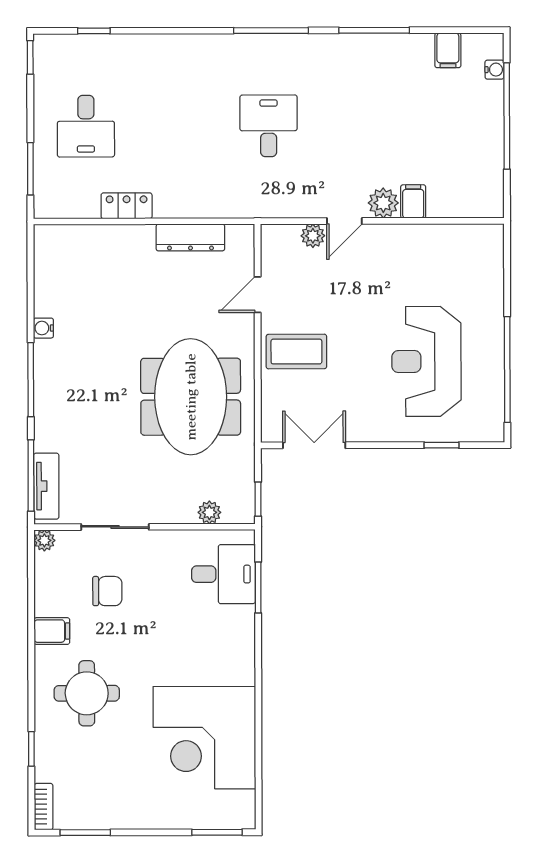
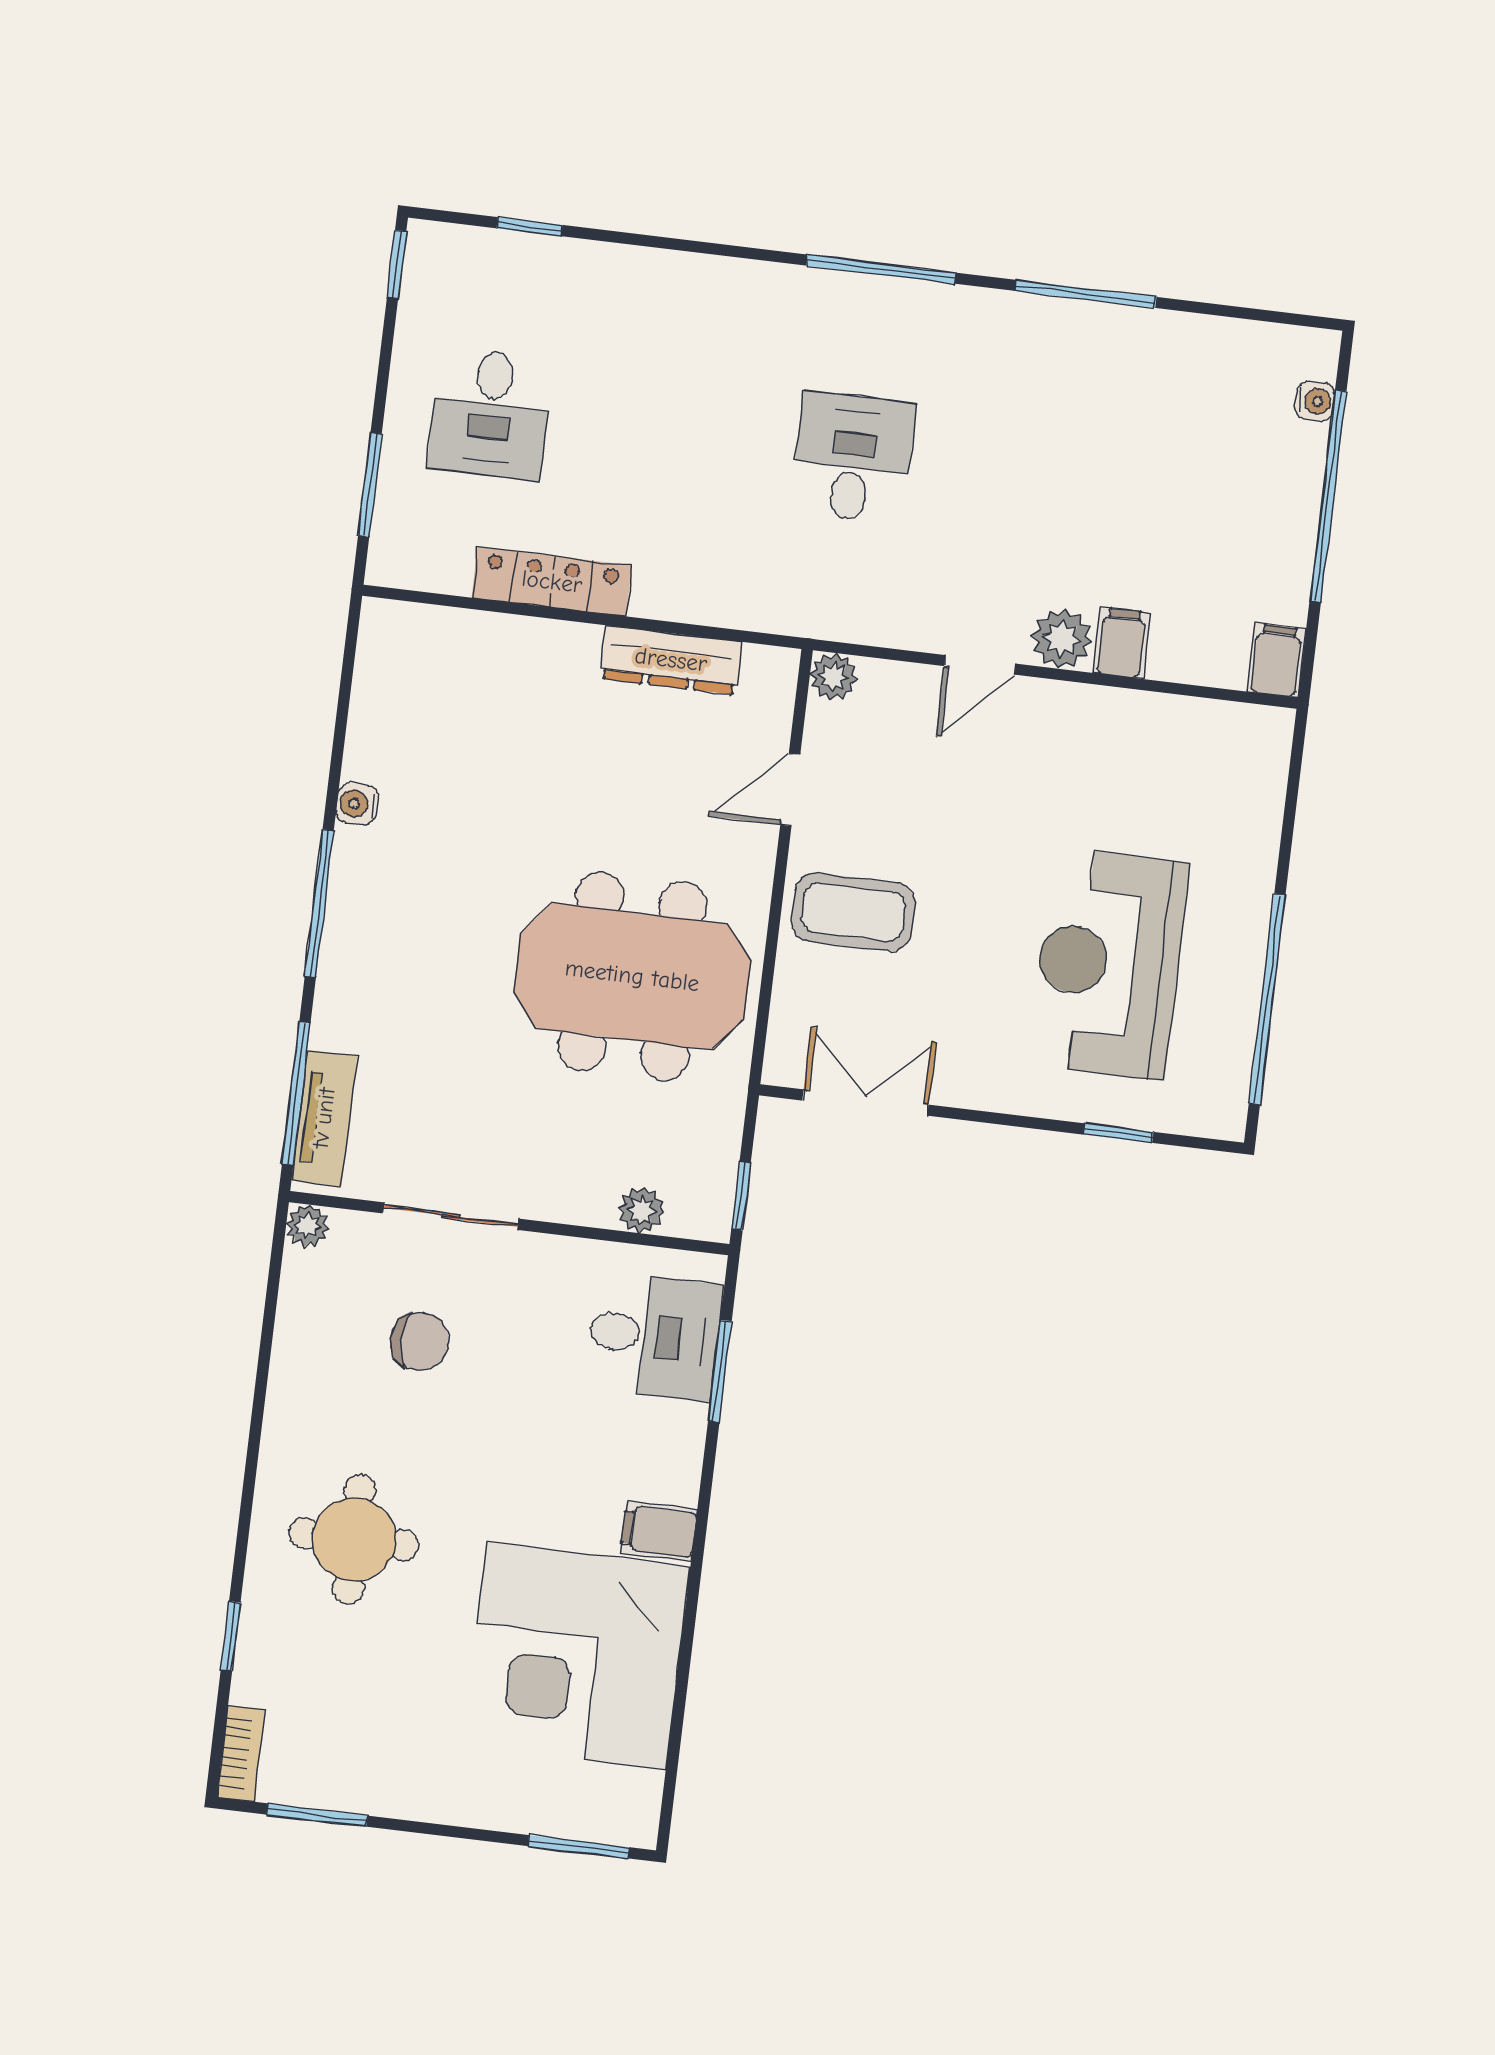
filing cabinet: (448, 50) -> (1276, 660), moved, turned 180
locker: (127, 206) -> (552, 582), width x1.53
plant: (313, 236) -> (833, 677), moved
meeting table: (191, 397) -> (632, 976), turned 90
filing cabinet: (52, 631) -> (659, 1531), moved, turned 180

